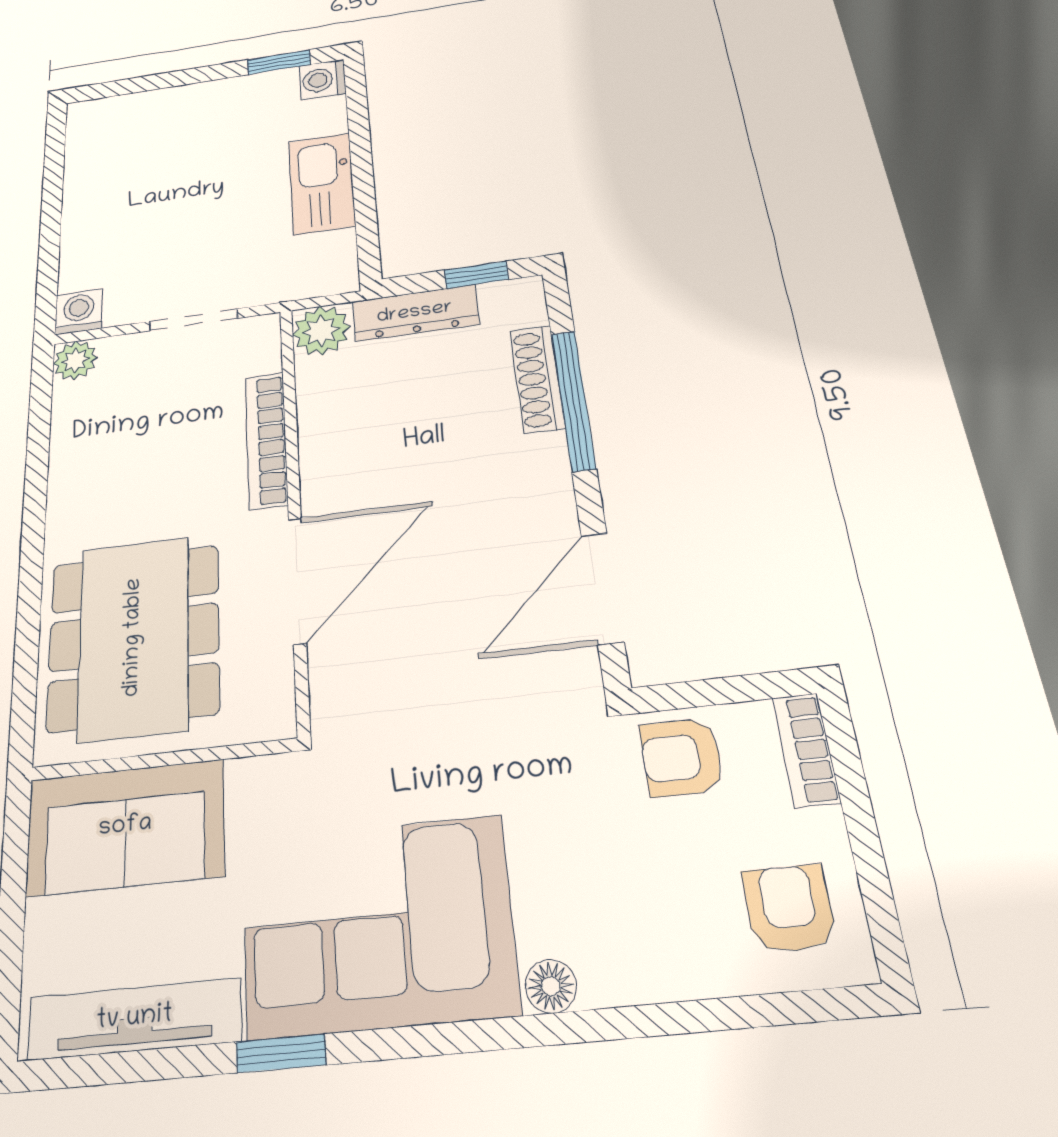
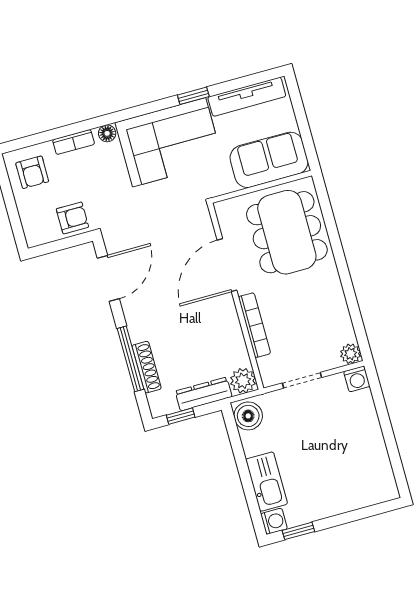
kitchen sink: (322, 183) -> (267, 482), moved
boiler: (327, 263) -> (248, 416), added
bookcase: (806, 750) -> (74, 142), moved, turned 90

